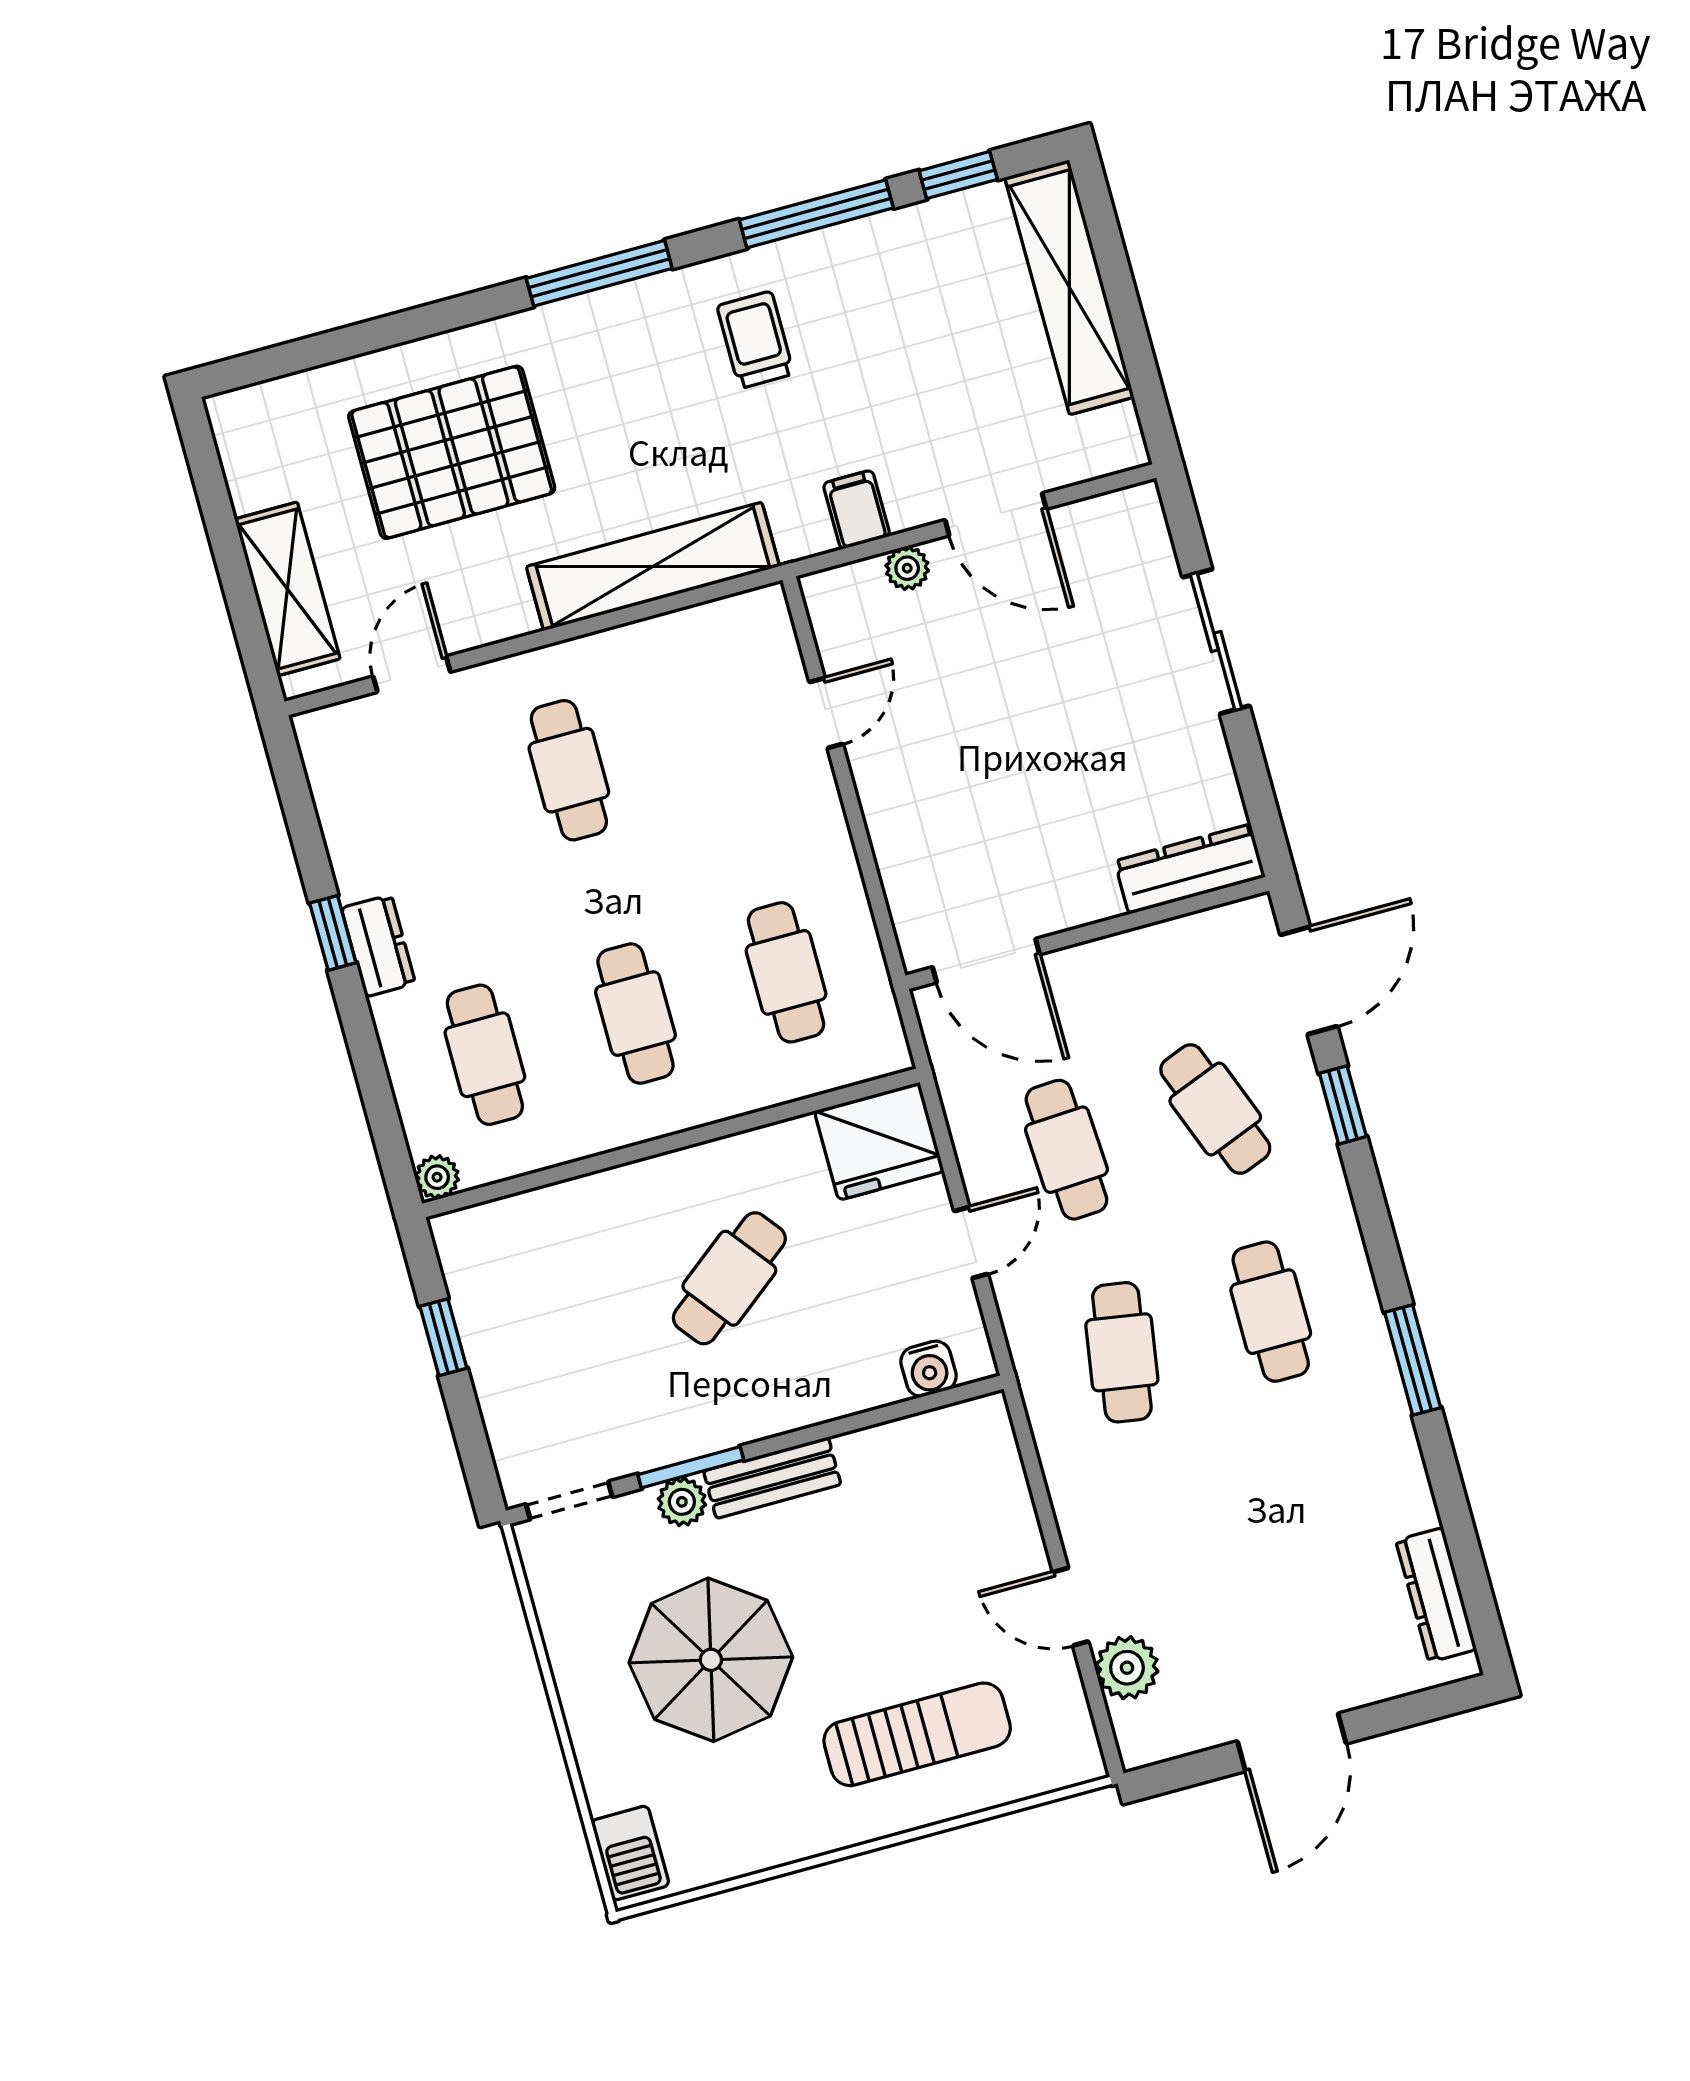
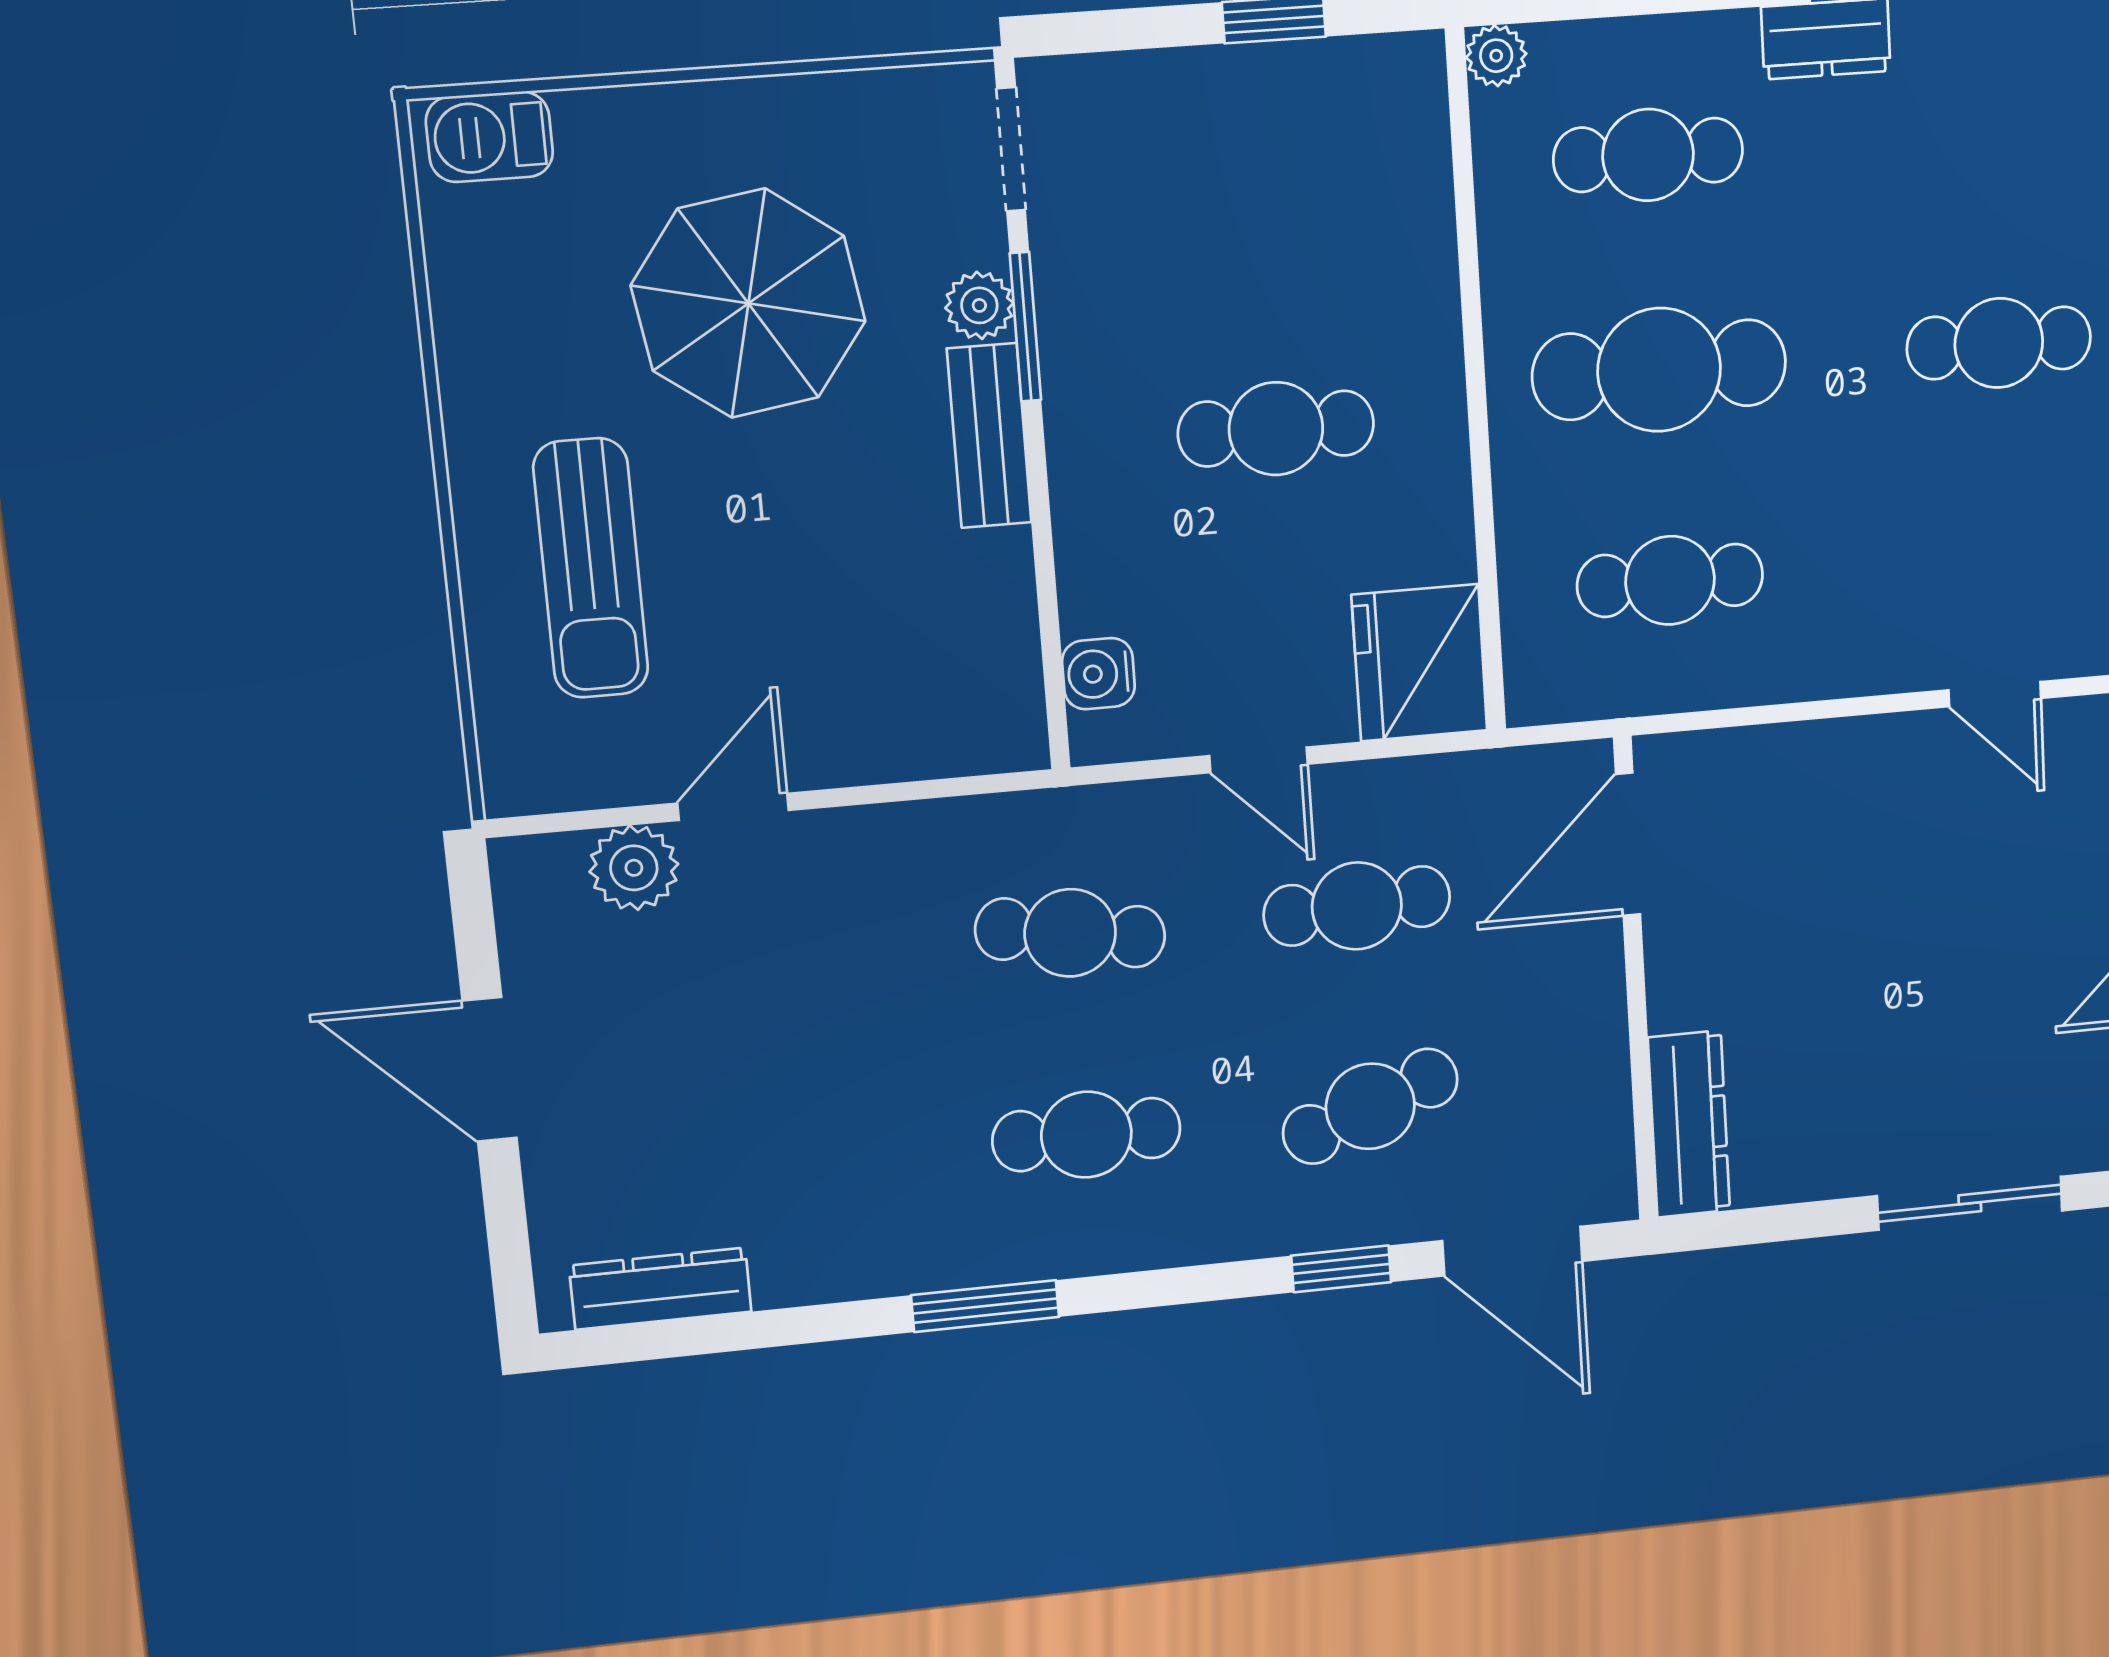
cafe table: (635, 1014) -> (1659, 370), width x1.37, depth x1.35
cafe table: (729, 1278) -> (1276, 429), turned -52

